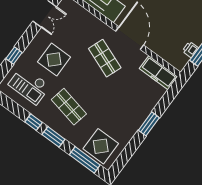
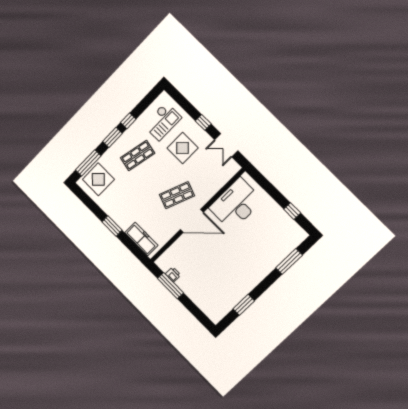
window: (14, 56) -> (203, 122), moved
freezer: (158, 73) -> (141, 239), moved, turned 90
checkout: (29, 85) -> (162, 121), turned 180

